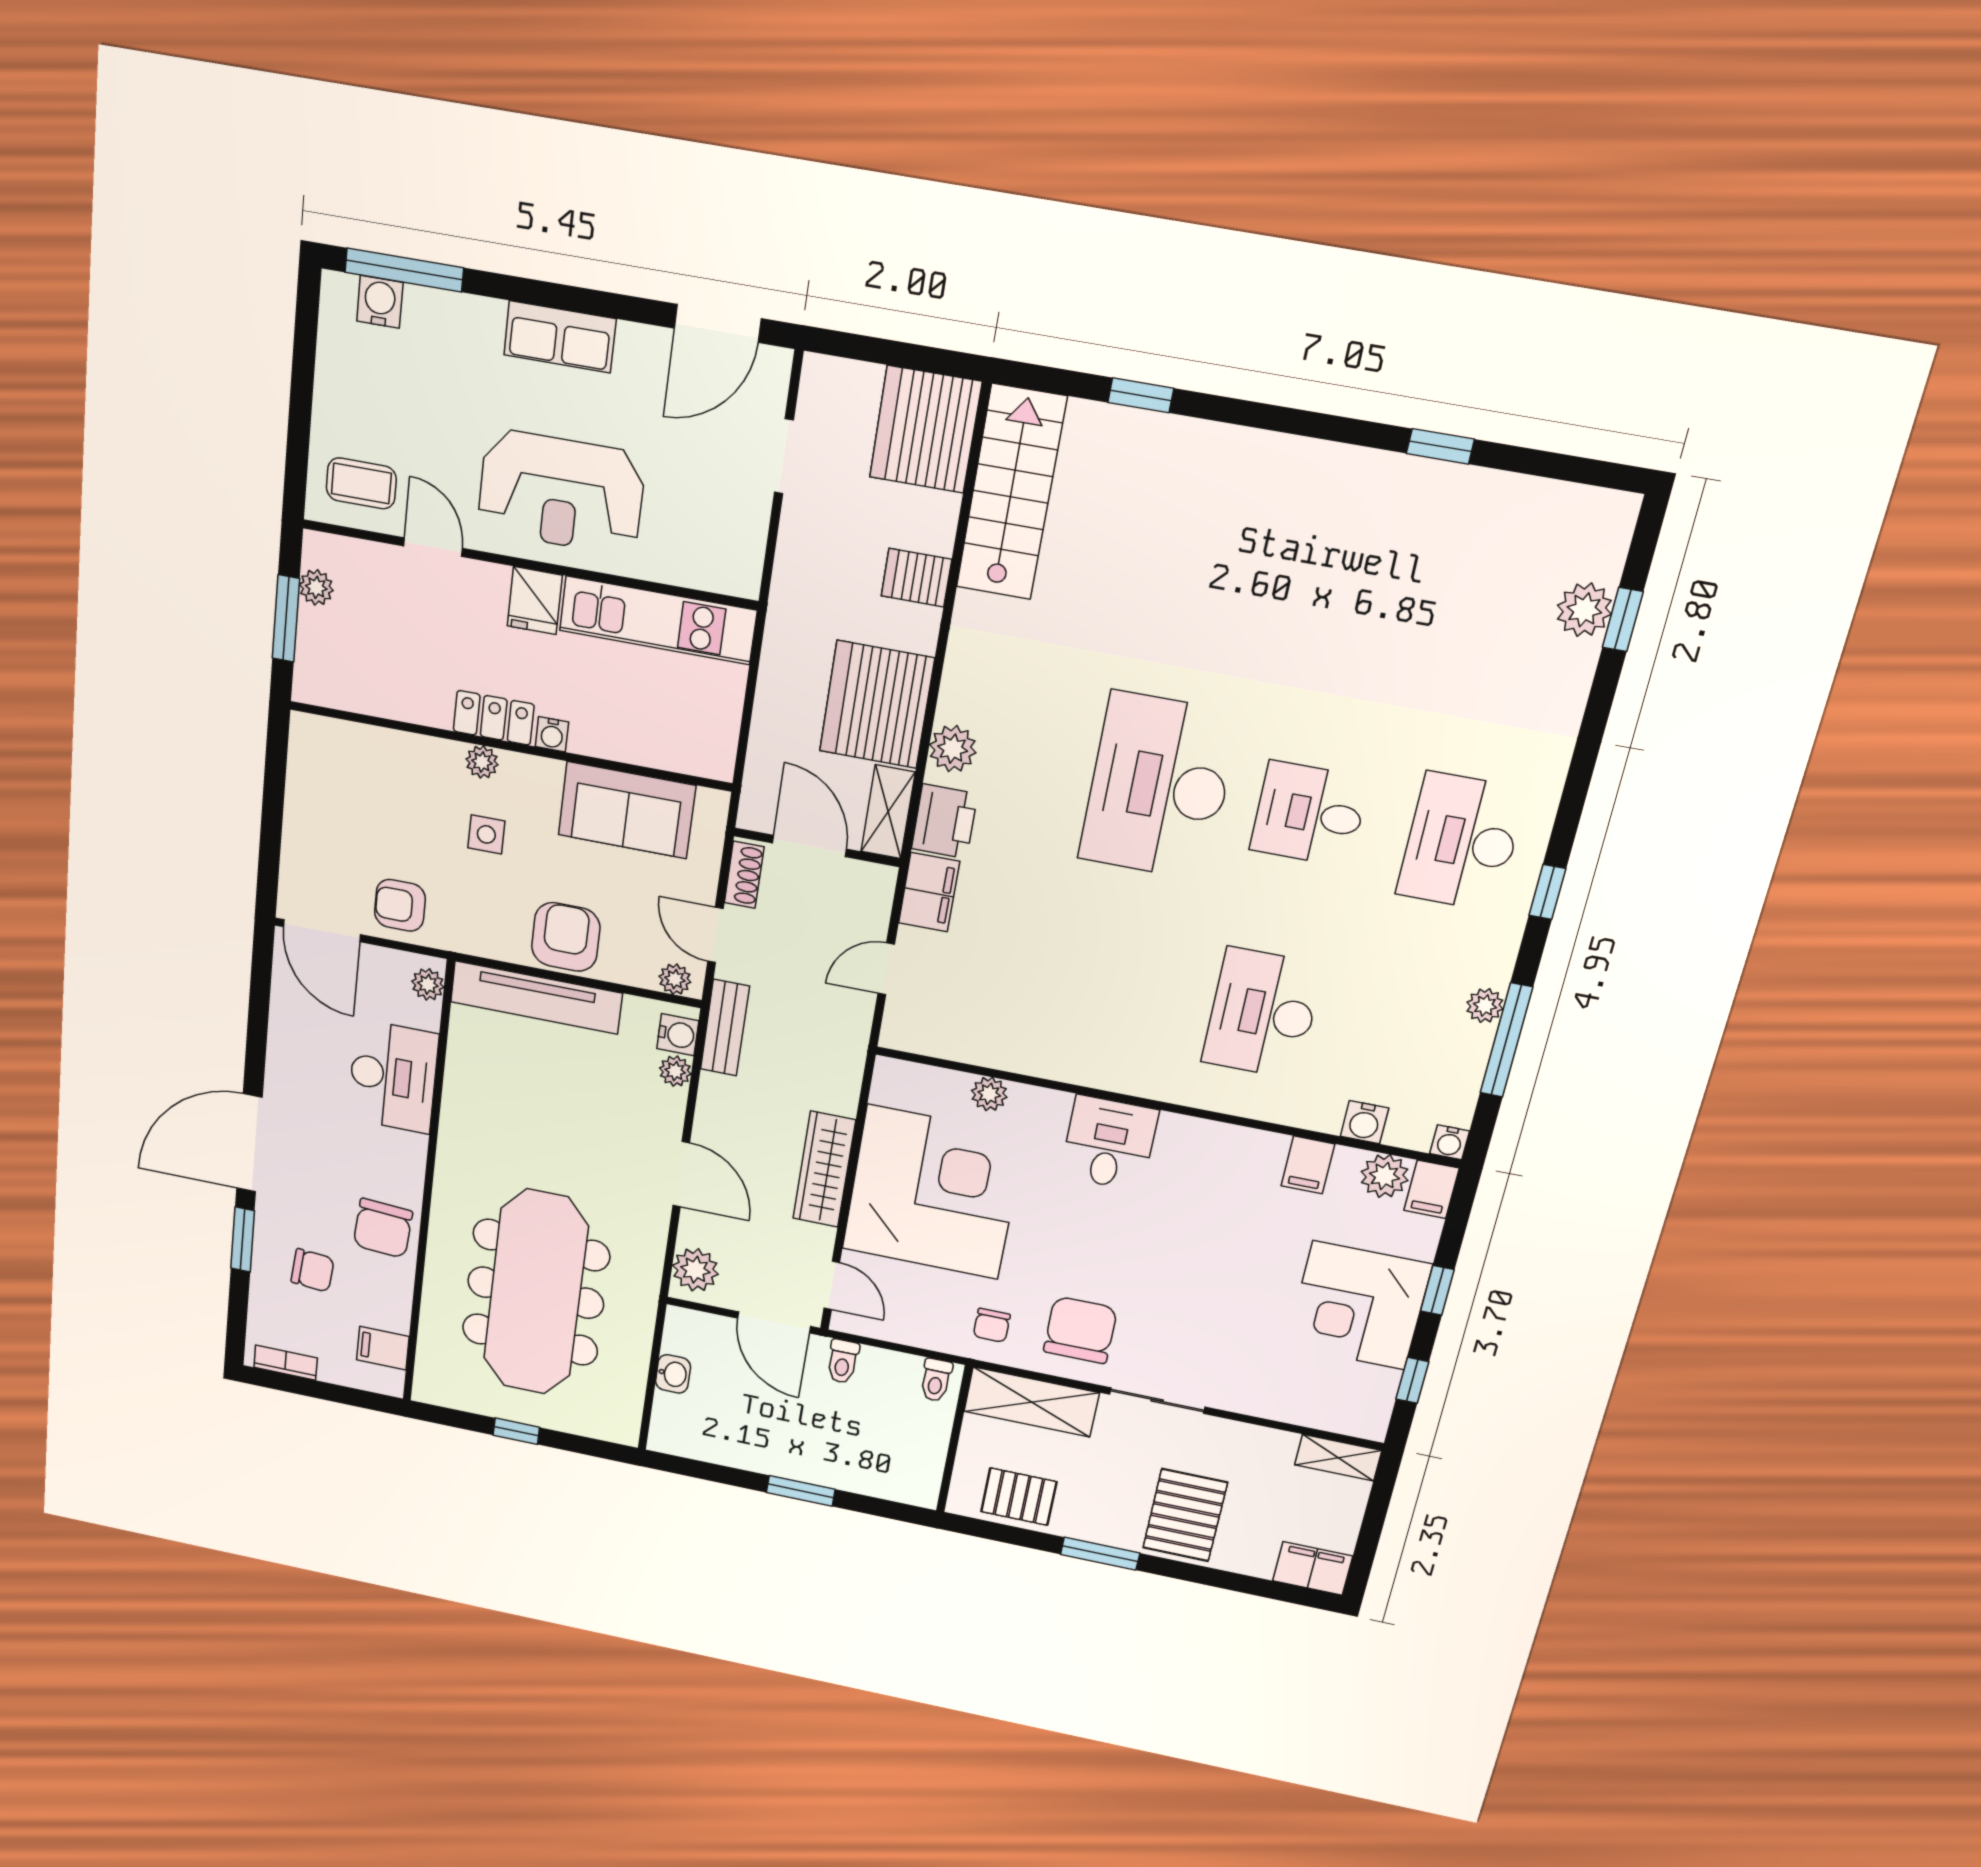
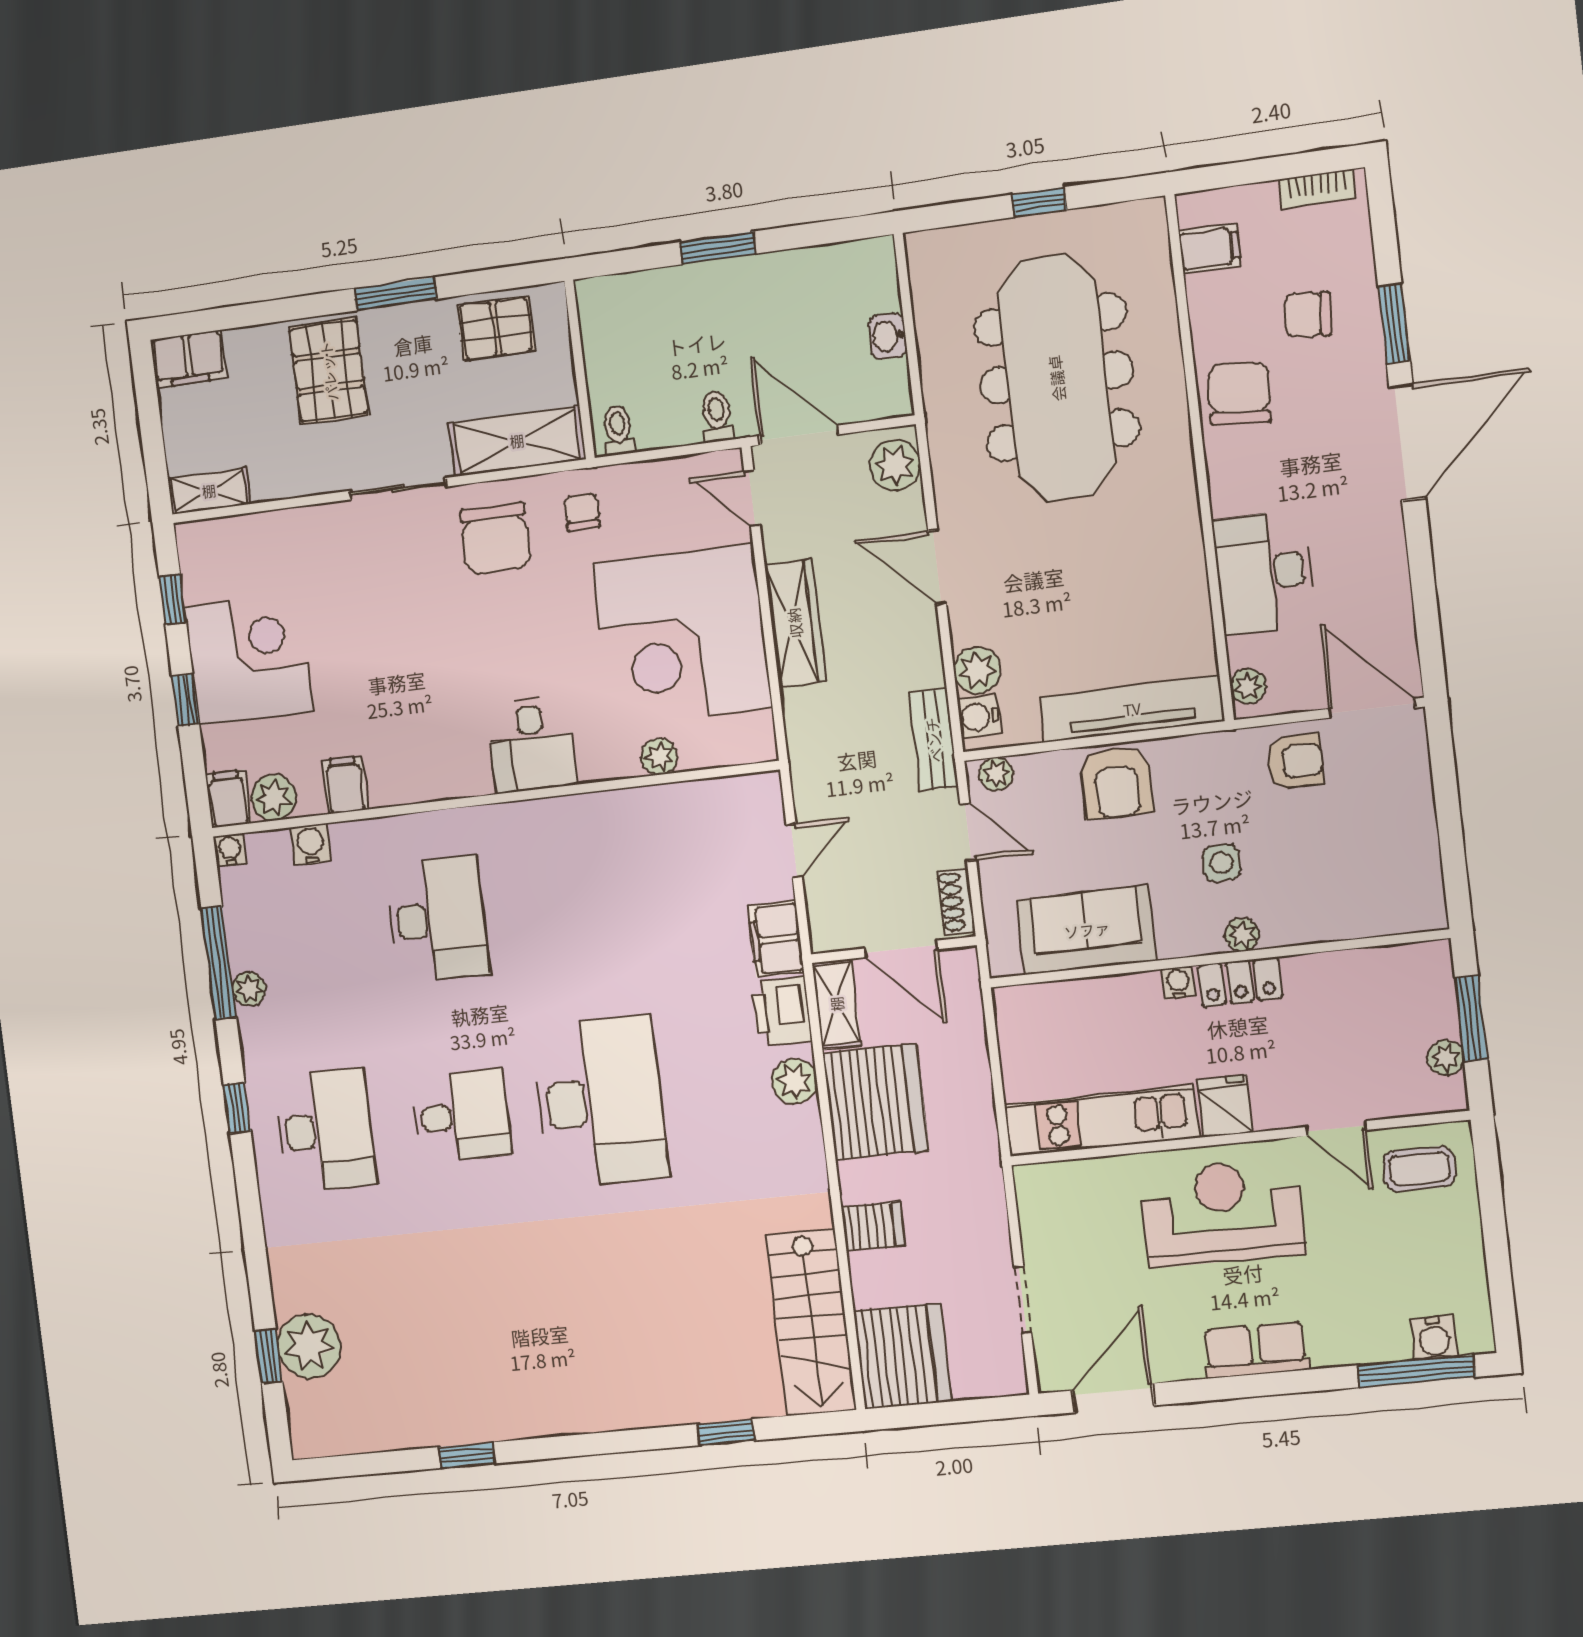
plant: (1584, 610) -> (309, 1346), width x1.36, depth x1.36
plant: (675, 1071) -> (977, 670), width x1.38, depth x1.38

